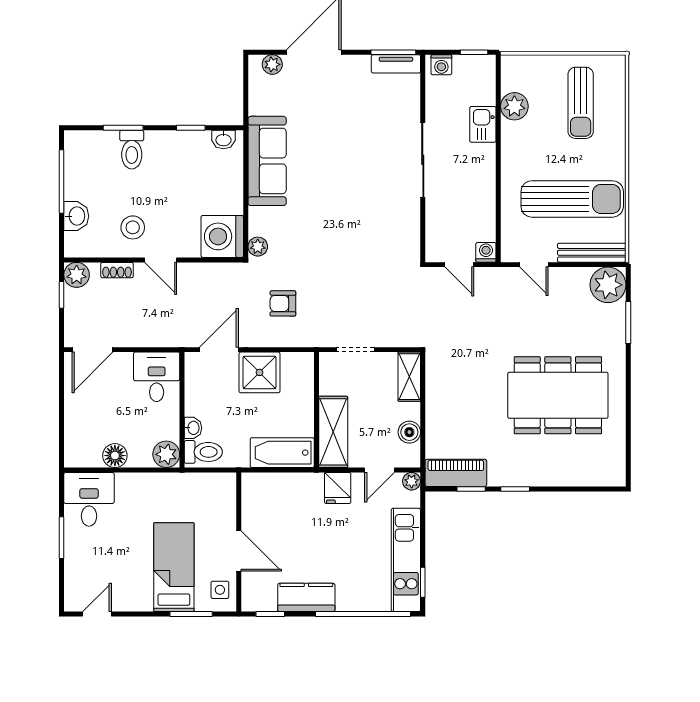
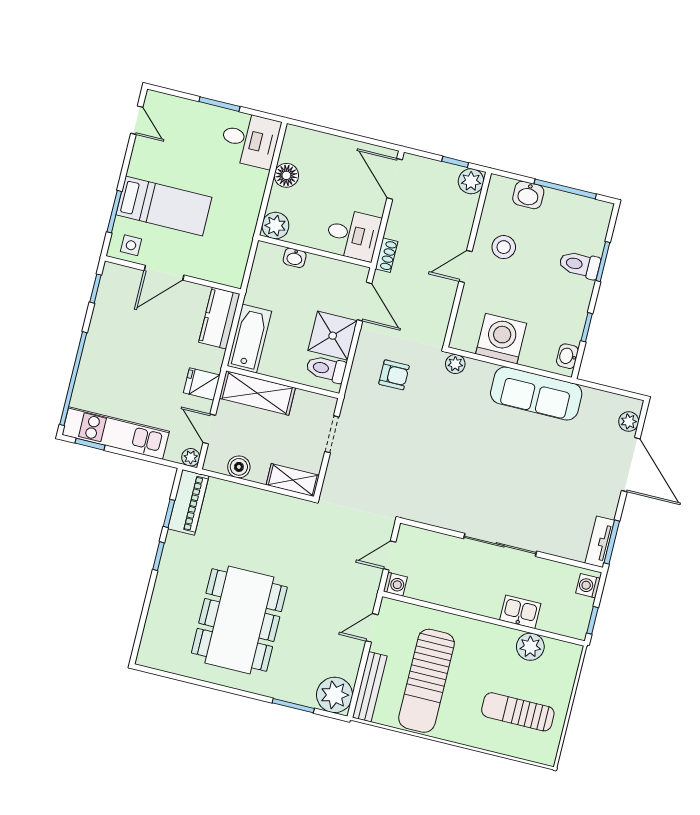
washing machine: (222, 236) -> (501, 339), moved
shoe rack: (117, 270) -> (386, 255), moved, turned 180
armchair: (283, 303) -> (394, 375), turned 90
toilet: (203, 452) -> (326, 369), moved, turned 90
kitchen counter: (306, 597) -> (219, 318), moved, turned 180

